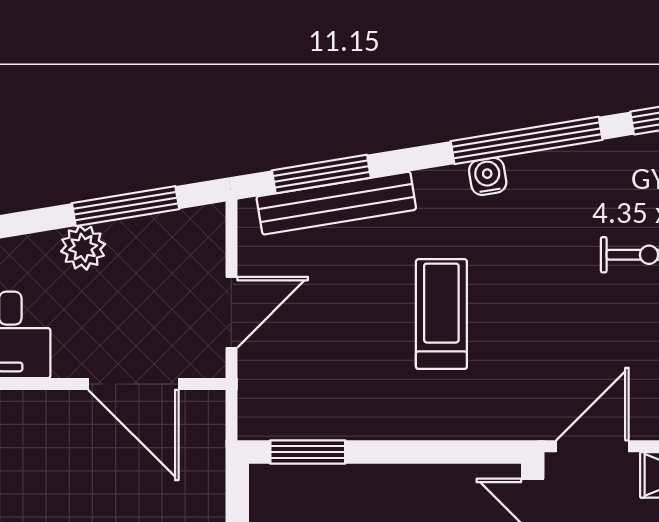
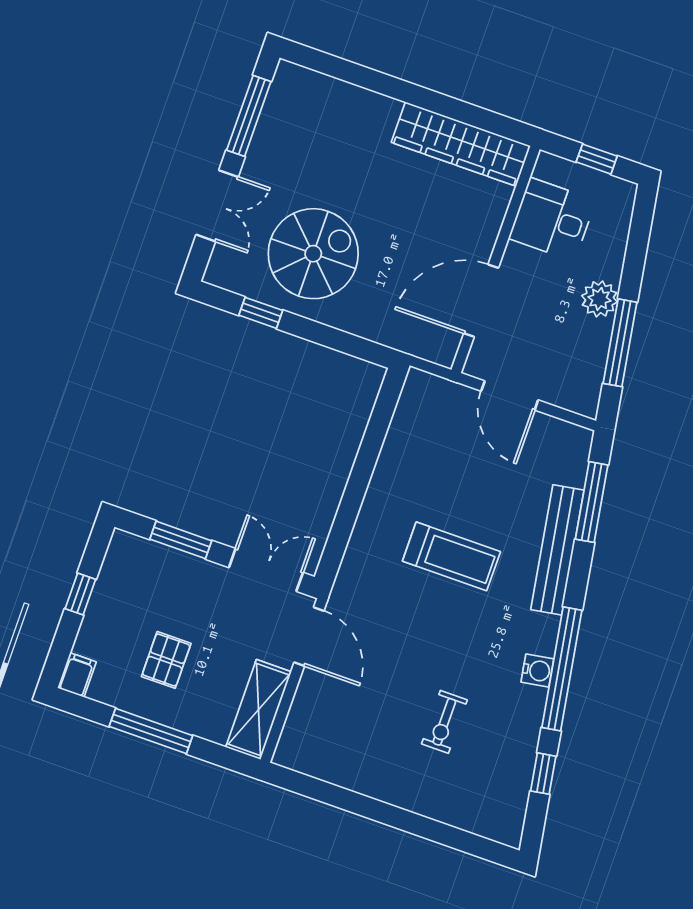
water cooler: (488, 176) -> (537, 671), moved
bench: (336, 203) -> (557, 550), moved
window: (308, 452) -> (382, 416), removed

